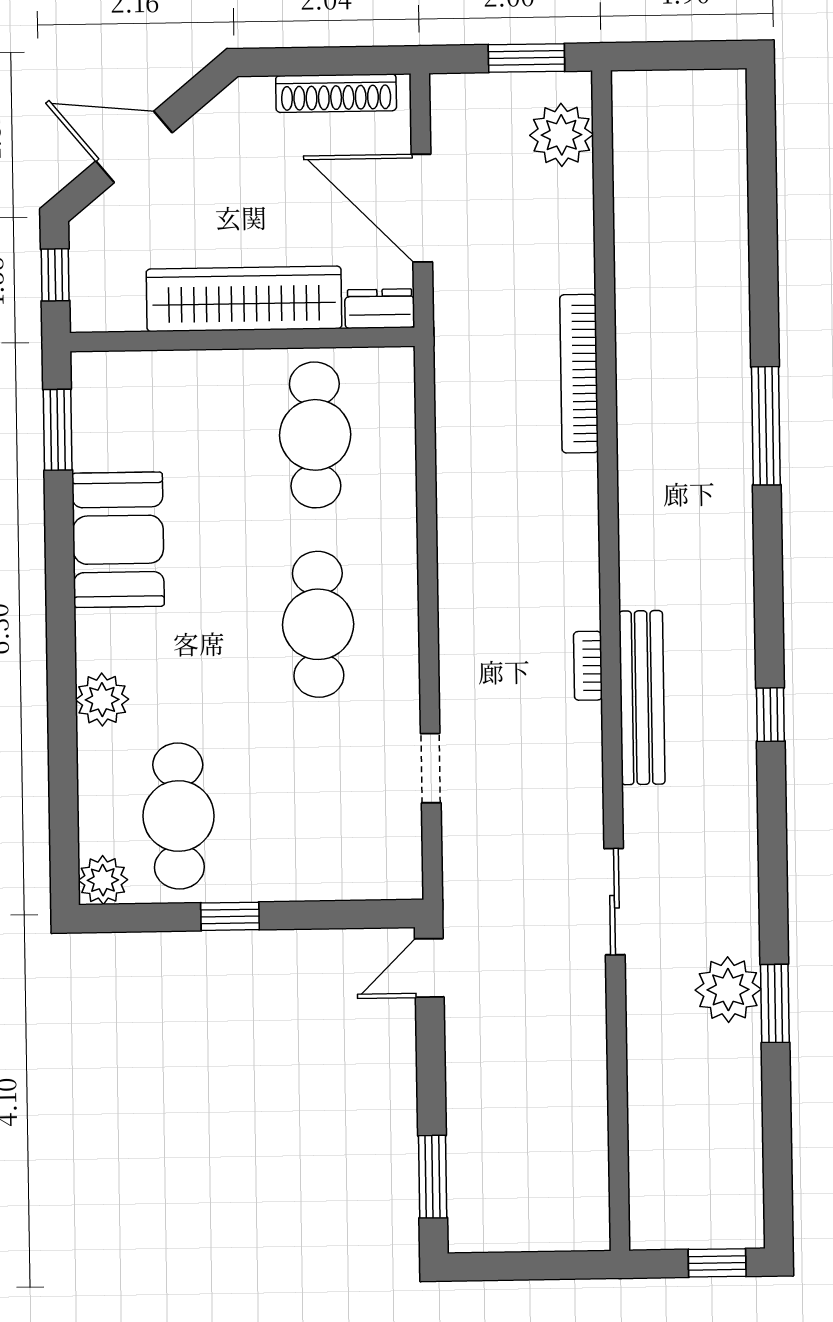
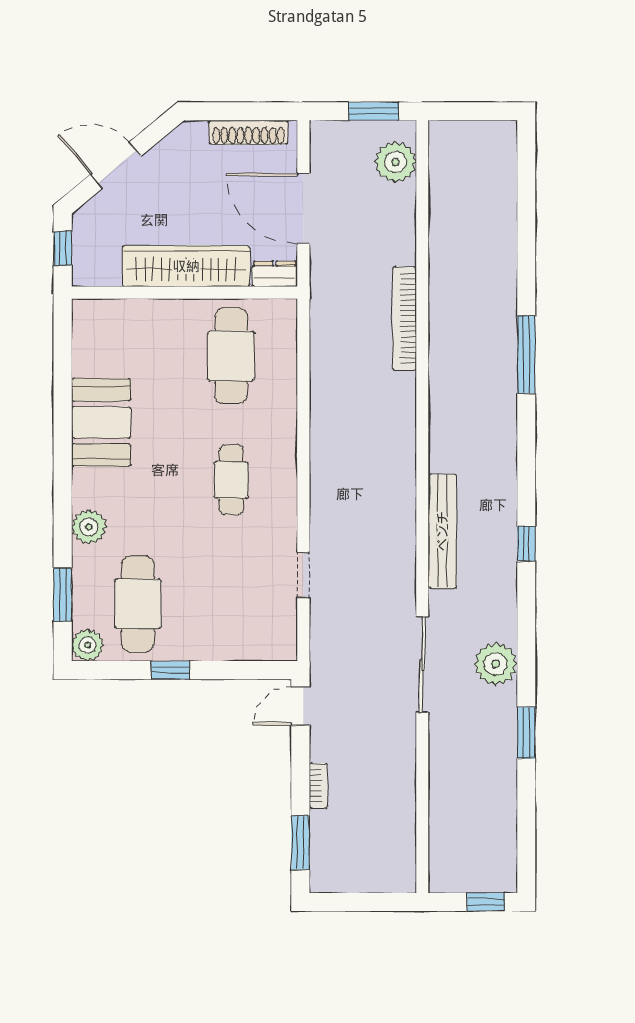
window: (58, 430) -> (63, 595), moved
cafe table: (318, 624) -> (231, 480), width x0.73, depth x0.74
bookcase: (588, 666) -> (318, 786), moved, turned 180
sliding door: (614, 902) -> (422, 664), width x1.37
plant: (728, 990) -> (496, 664), moved

